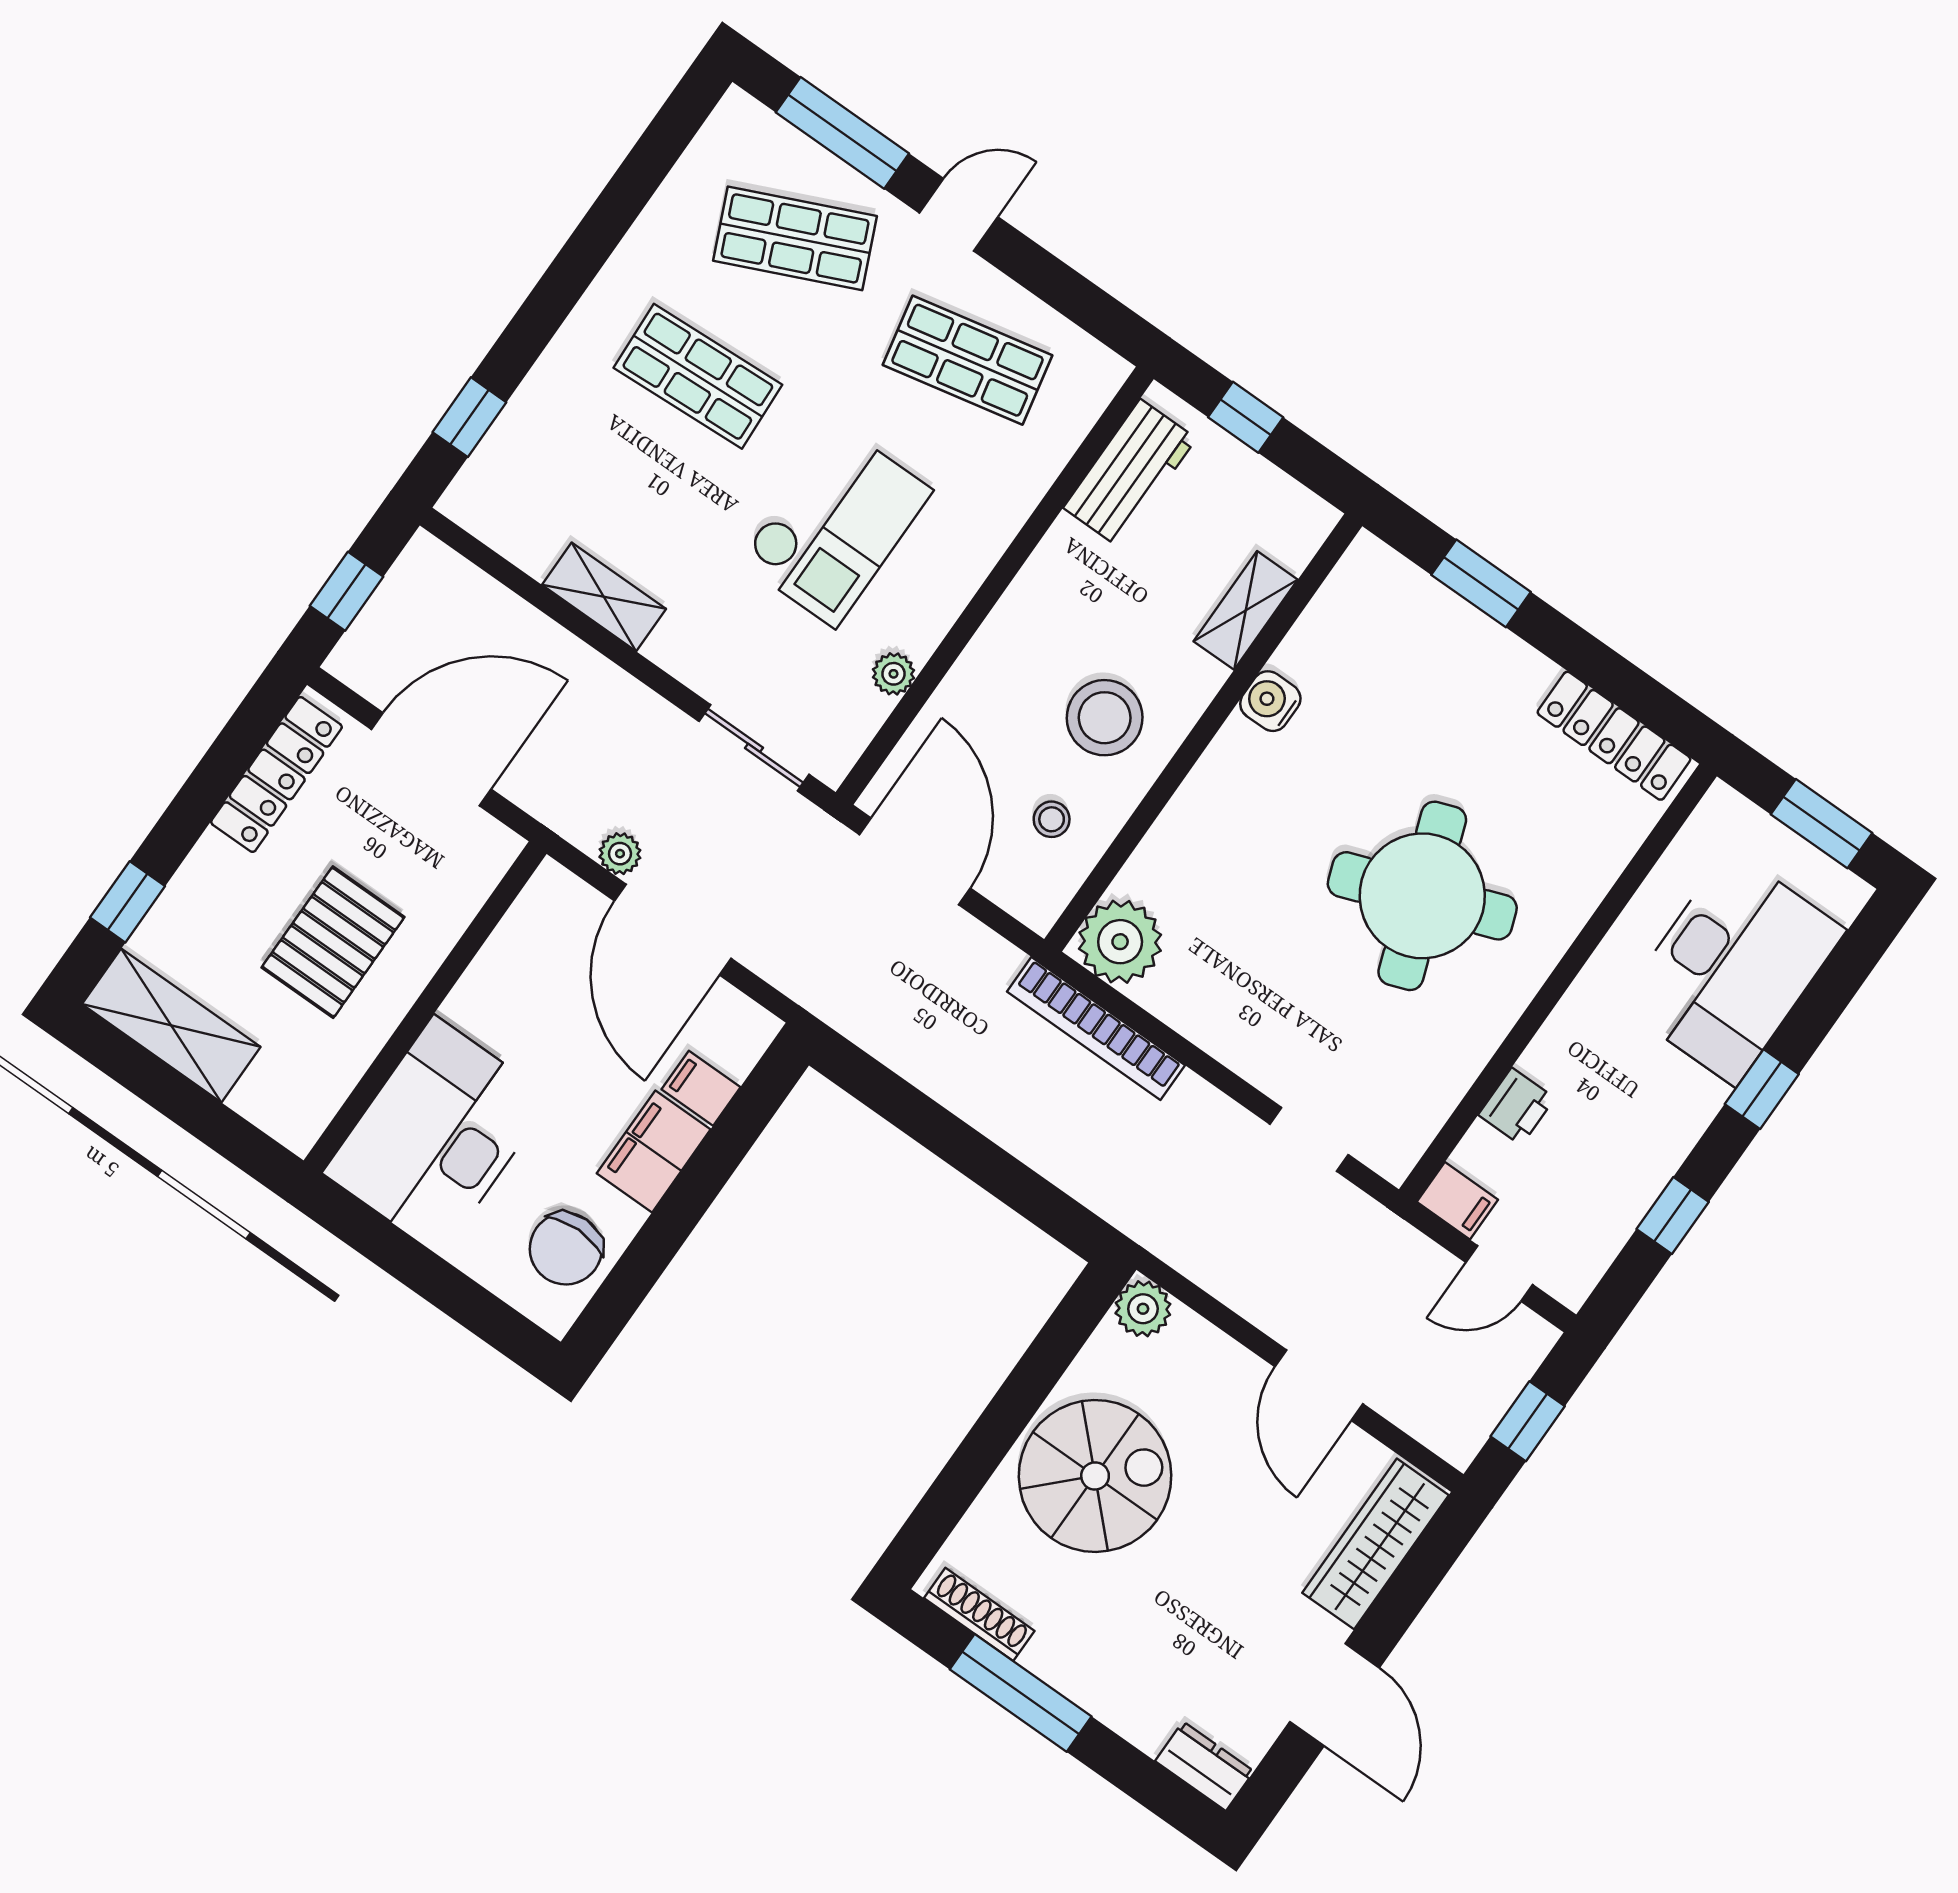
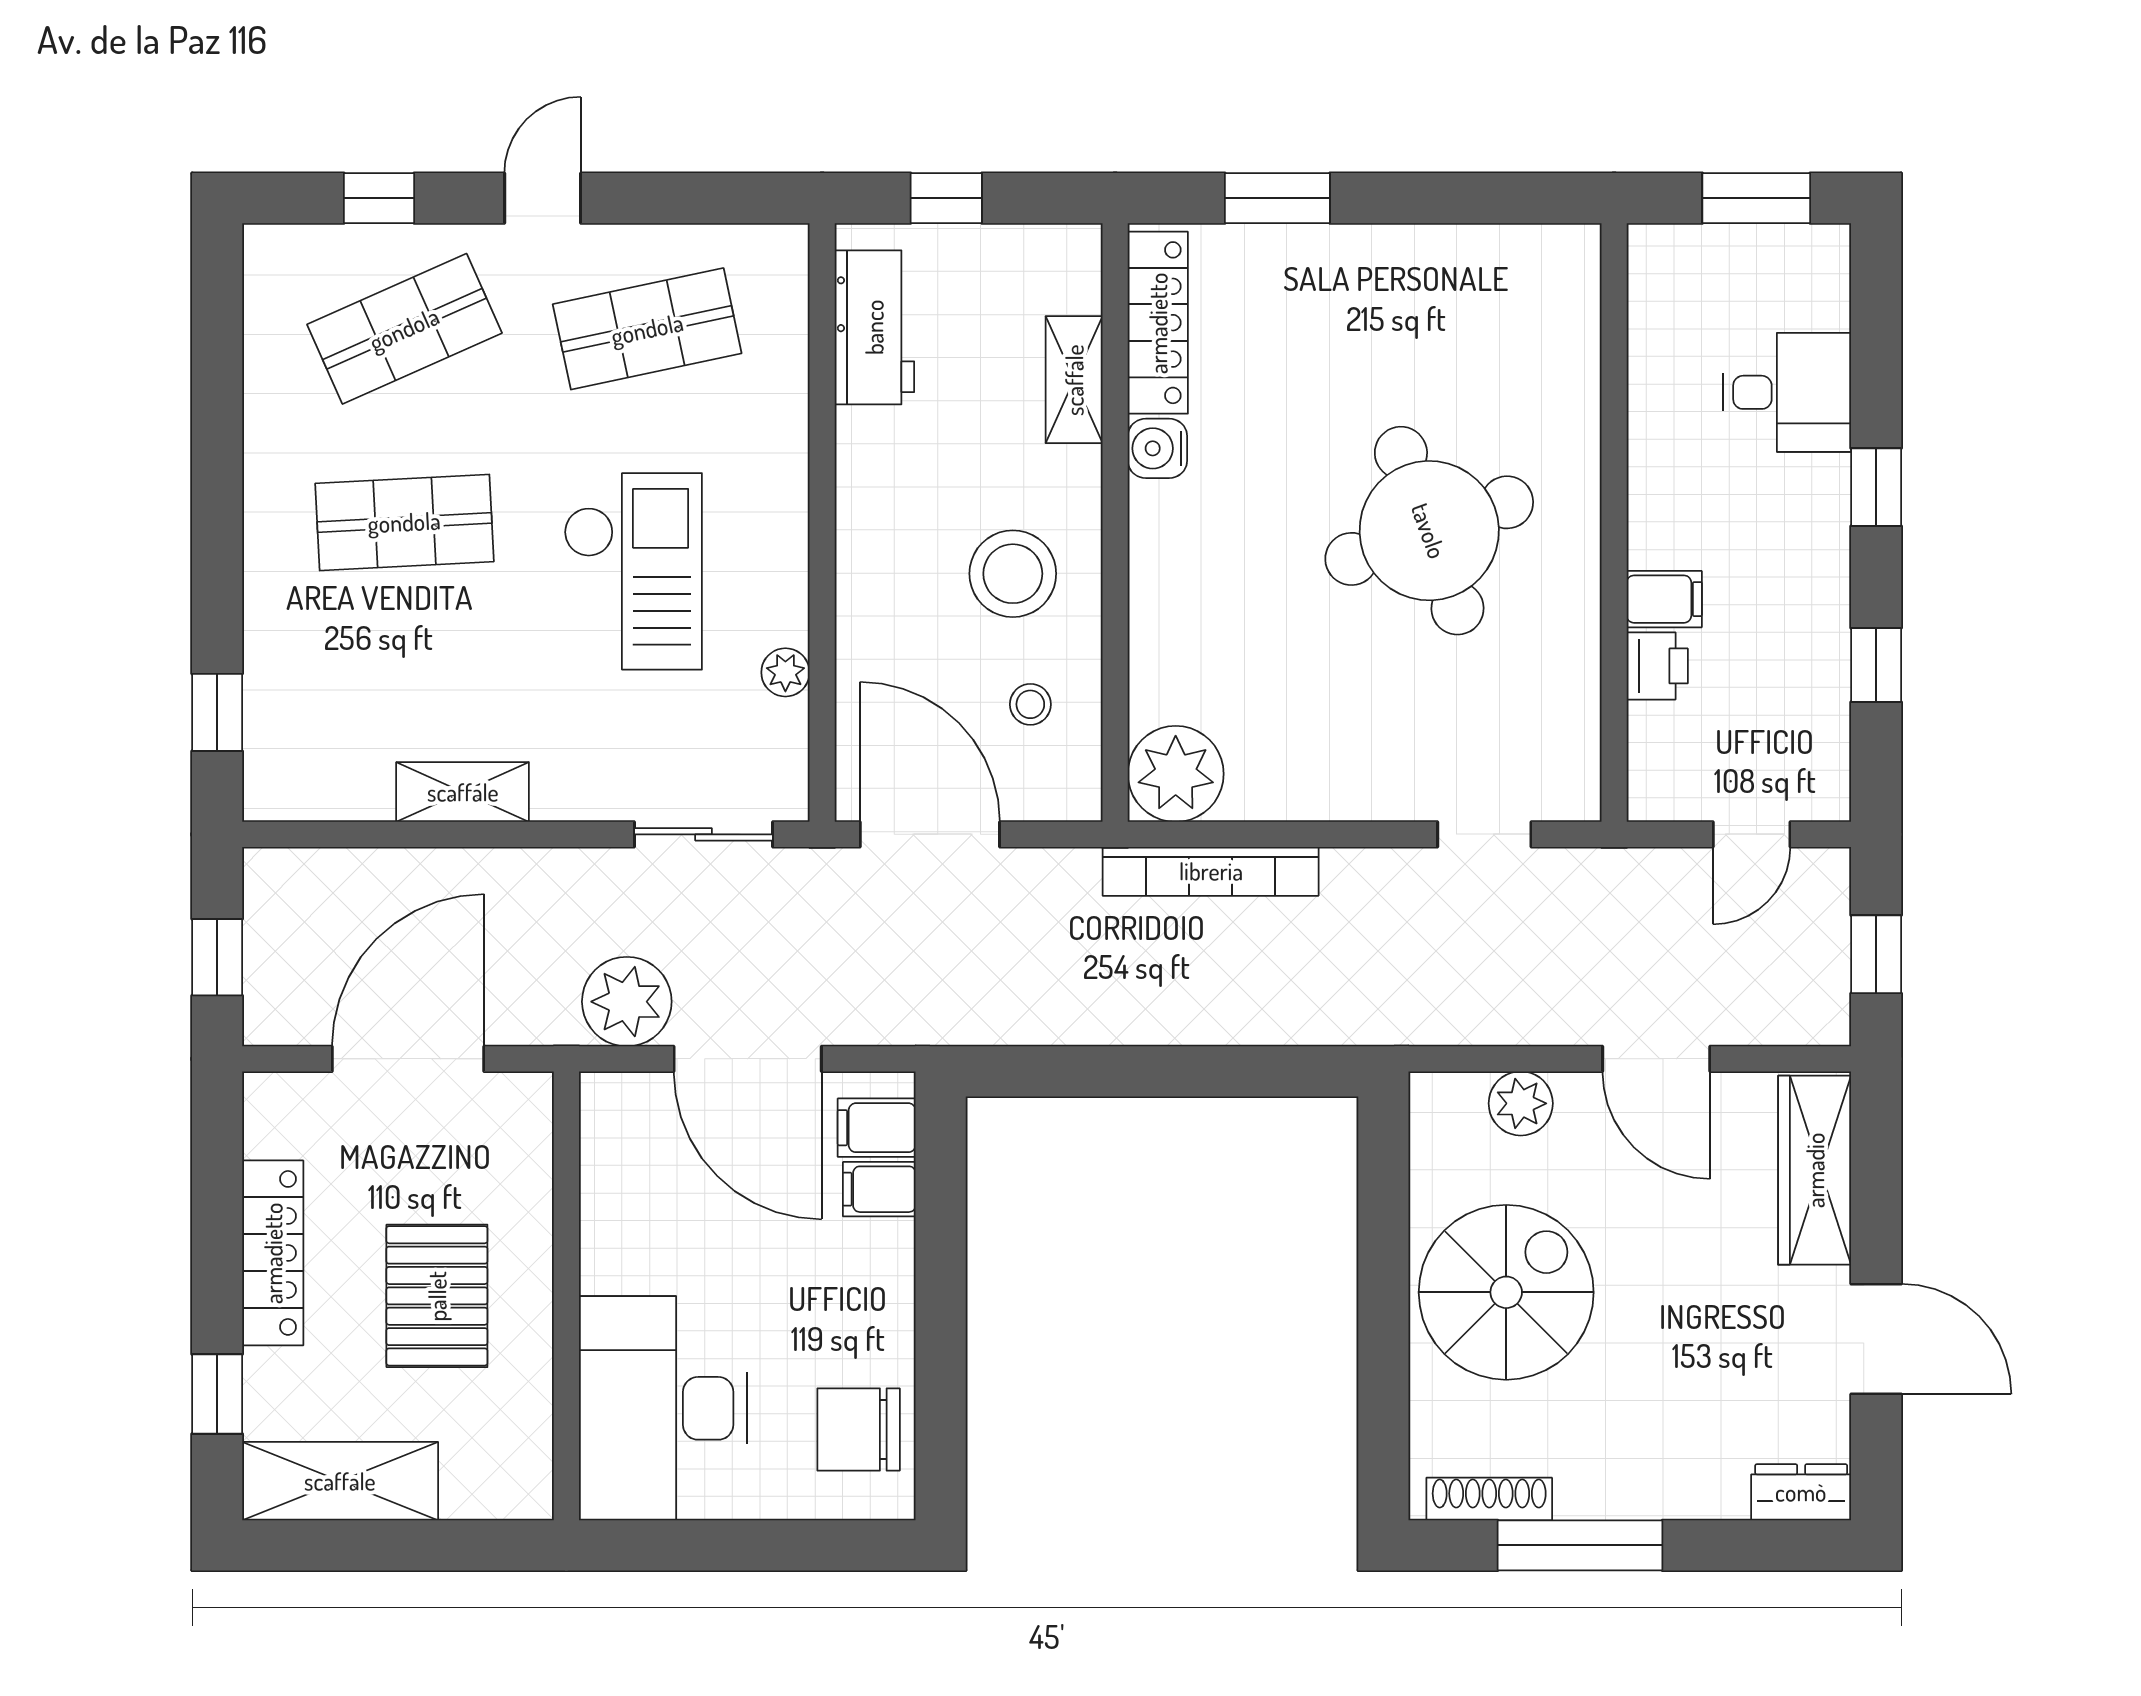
window: (842, 133) -> (379, 198), width x0.46
locker: (1614, 736) -> (1158, 323), moved, turned -90
locker: (276, 774) -> (273, 1253), moved
plant: (620, 854) -> (627, 1002), width x1.88, depth x1.88
desk: (1732, 967) -> (1787, 392), width x0.53, depth x0.77
filing cabinet: (654, 1151) -> (877, 1128), moved, width x0.50
filing cabinet: (1457, 1201) -> (1664, 599), moved
chair: (566, 1249) -> (859, 1429), turned 90
plant: (1143, 1309) -> (1521, 1103), moved

